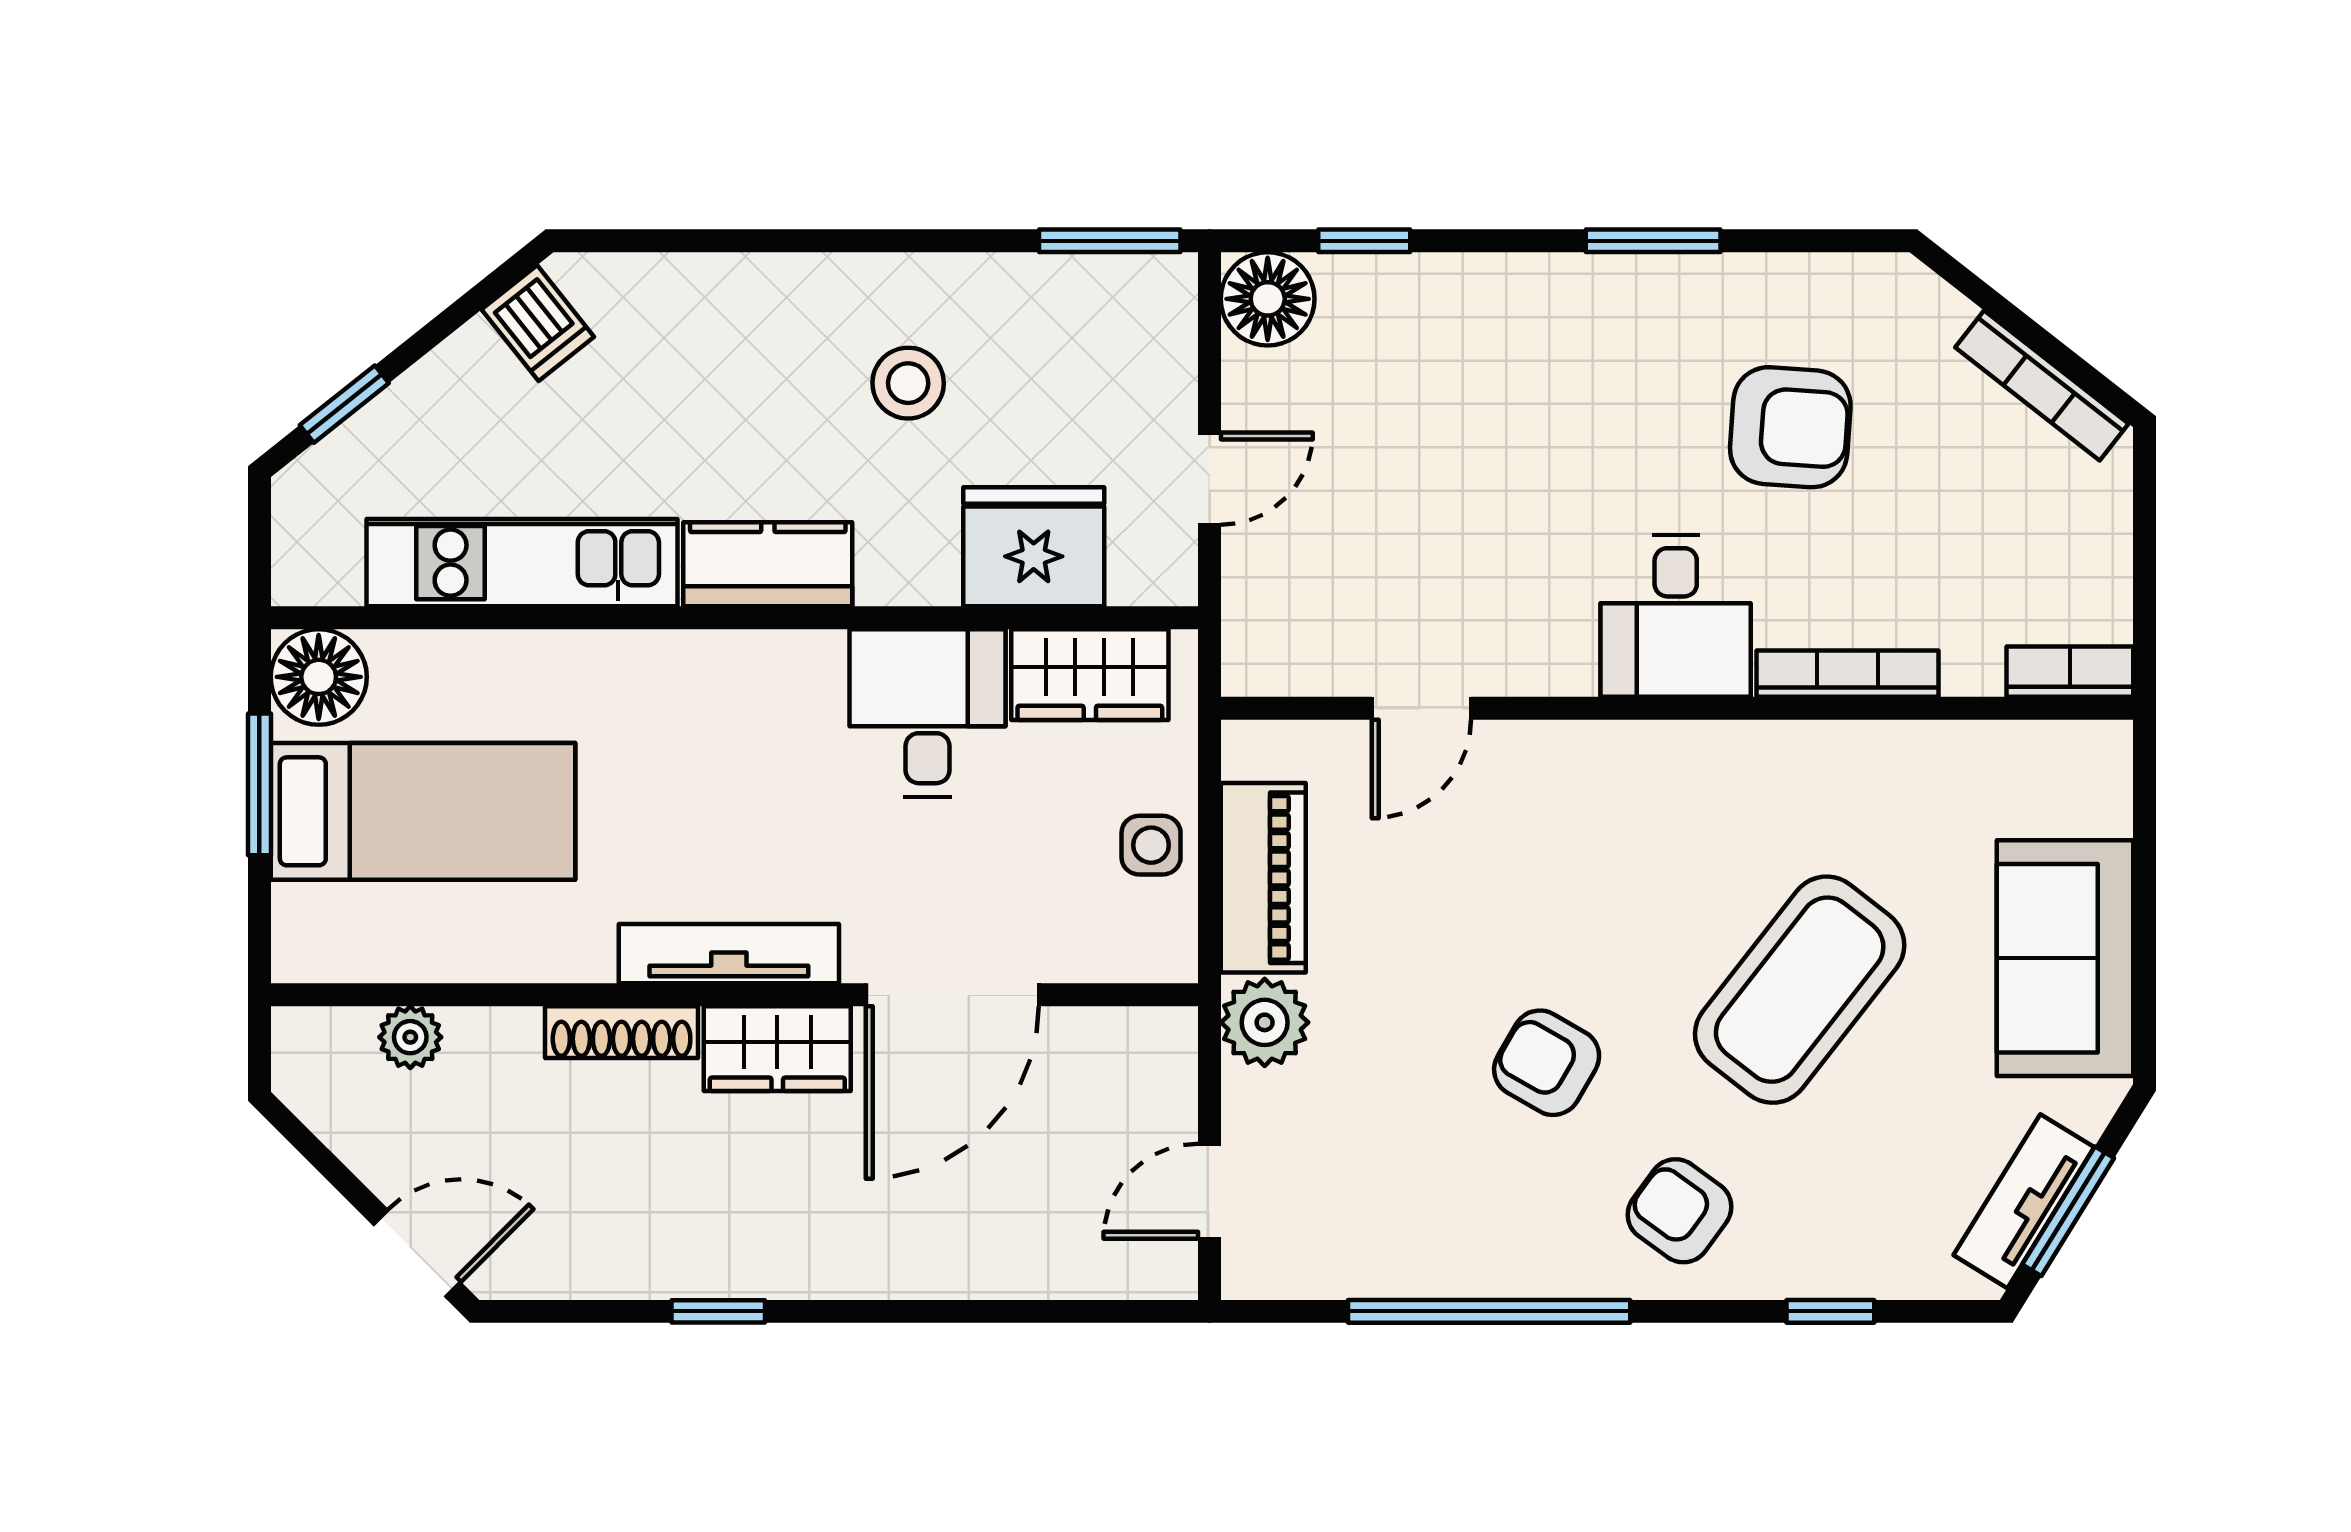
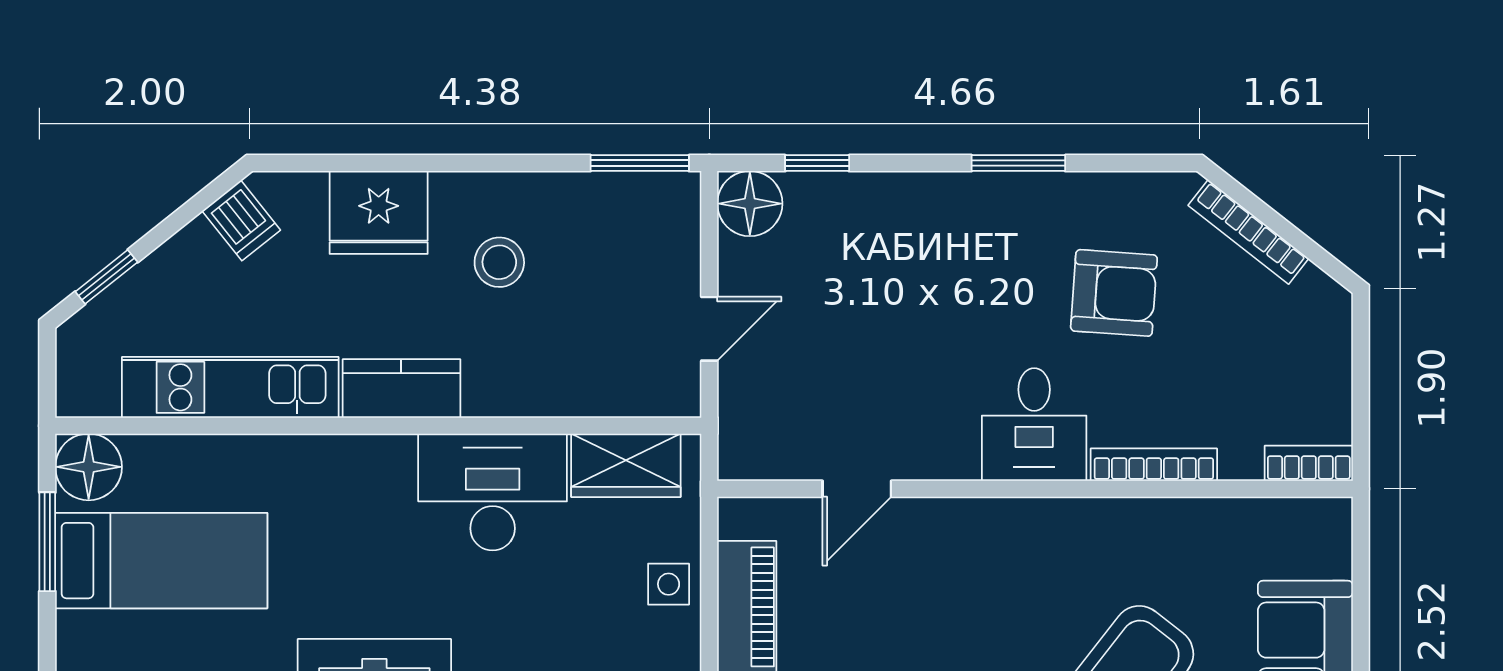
bookcase: (2042, 386) -> (1248, 232), moved
fridge: (1034, 547) -> (379, 212), moved, turned 180
desk: (927, 713) -> (493, 492), width x1.37

